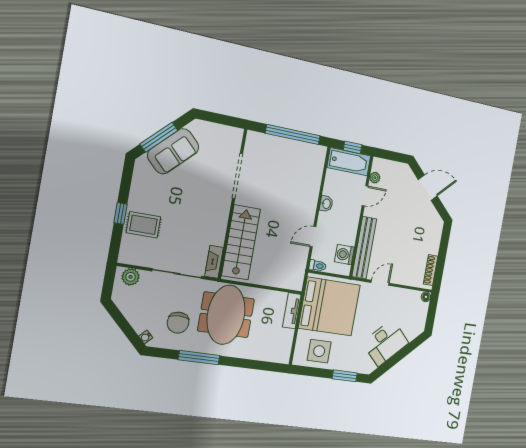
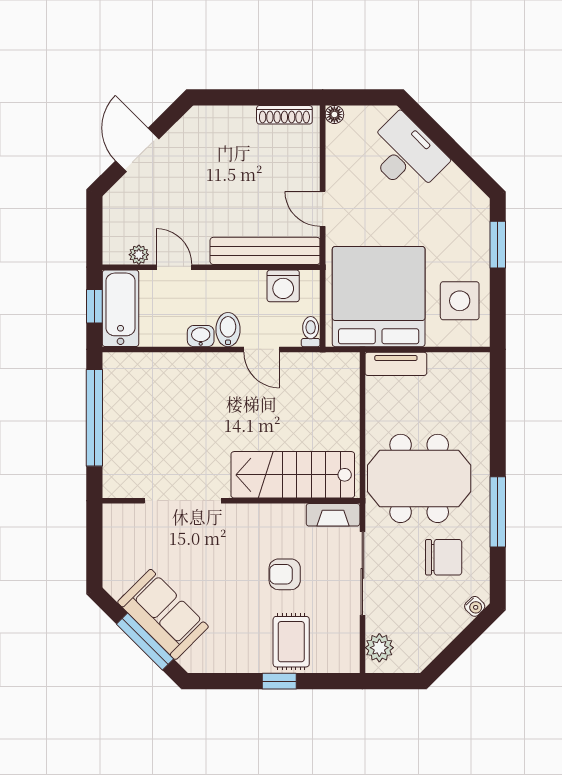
bidet: (327, 220) -> (228, 330), added
armchair: (184, 228) -> (285, 574), added
desk: (386, 343) -> (406, 155), moved

